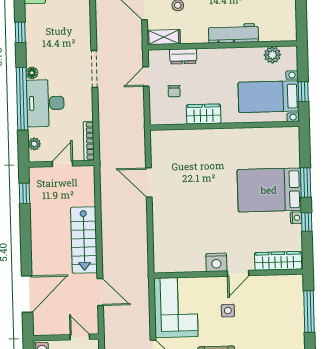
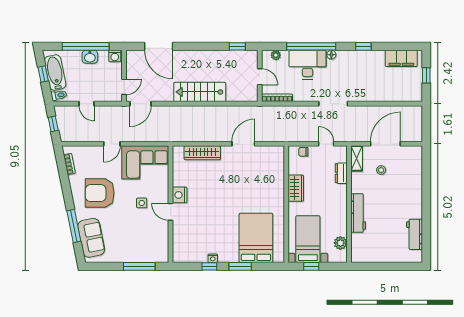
chair: (174, 91) -> (303, 152), moved
bed: (269, 190) -> (256, 238), moved
wardrobe: (278, 261) -> (202, 153), moved, turned 90
door: (100, 292) -> (140, 104), moved

